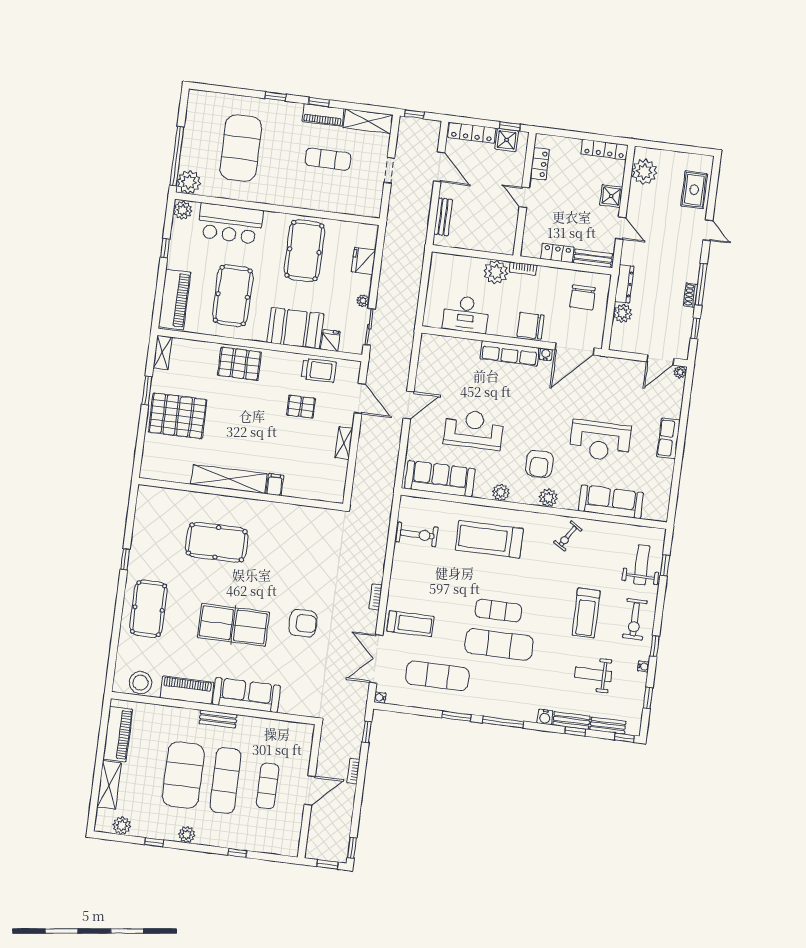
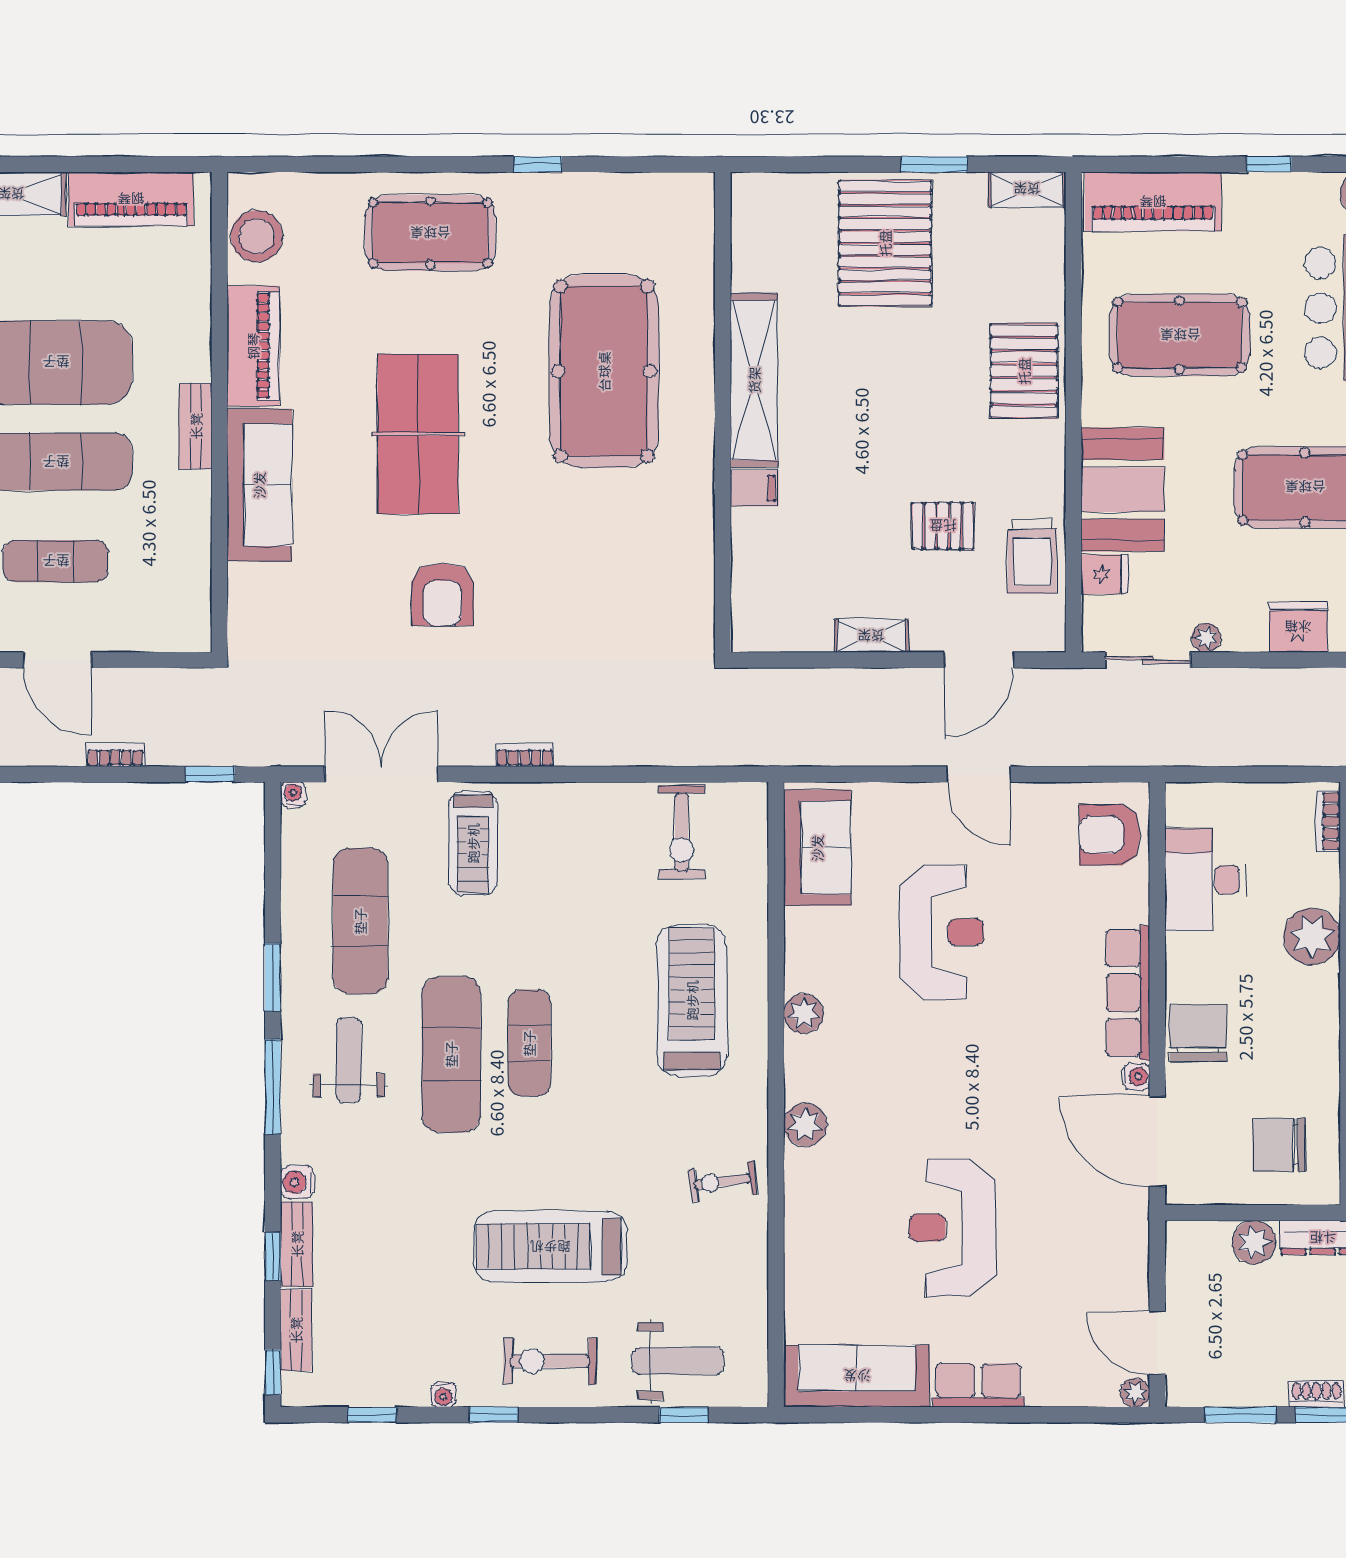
bookcase: (523, 269) -> (1328, 821), moved
window: (695, 328) -> (1241, 1415), width x1.50
pallet: (301, 407) -> (943, 526), turned 90
armchair: (539, 464) -> (1110, 835), moved
sofa: (440, 479) -> (817, 848), width x0.73
sofa: (611, 502) -> (857, 1376), moved, turned -90
exercise bike: (568, 536) -> (722, 1182), turned -39
pool table: (217, 542) -> (604, 371), width x1.36, depth x1.32
treadmill: (586, 613) -> (550, 1247), width x1.37, depth x1.38
weight bench: (593, 674) -> (349, 1060), moved

